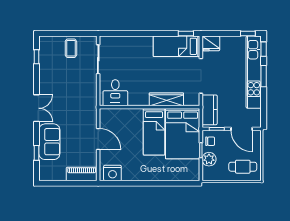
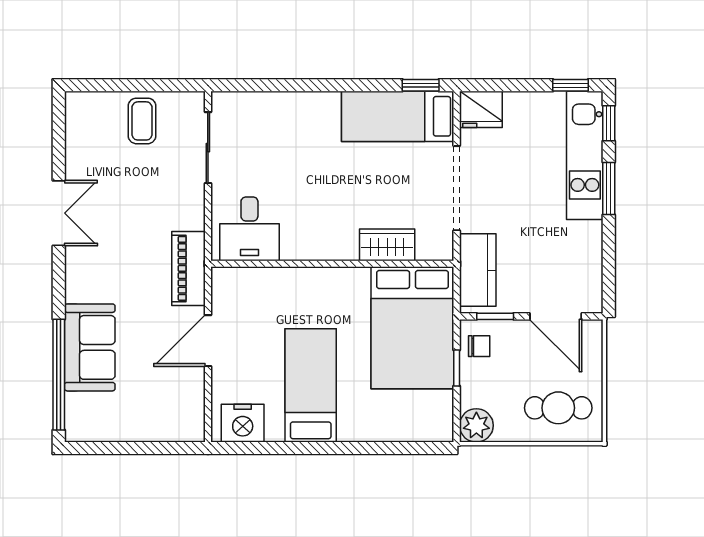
window: (37, 57) -> (59, 141), removed
kitchen unit: (254, 72) -> (585, 155), width x0.73
wardrobe: (166, 99) -> (387, 245), width x0.67
double door: (37, 108) -> (59, 213), moved
bed: (154, 132) -> (311, 385), moved, turned 180
door: (98, 139) -> (208, 341), swing flipped
window: (37, 153) -> (59, 375), width x3.17
plant: (209, 159) -> (476, 425), moved
piano: (82, 174) -> (188, 268), moved, turned -90

